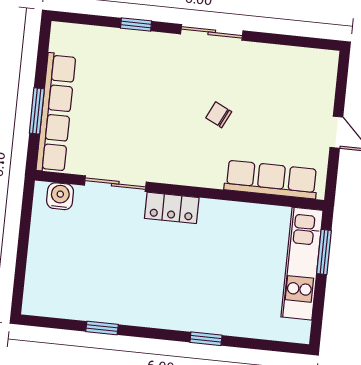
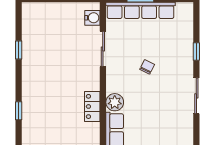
chair: (219, 115) -> (147, 67), moved
plant: (208, 173) -> (115, 102), added
locker: (172, 208) -> (92, 106), moved

